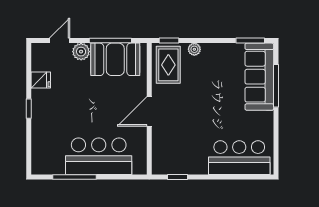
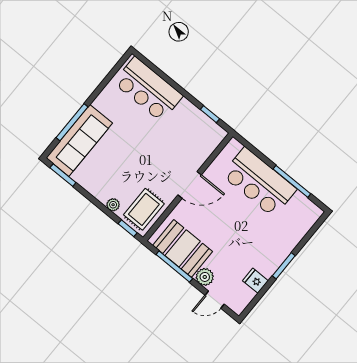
window: (29, 109) -> (284, 266), width x1.50

